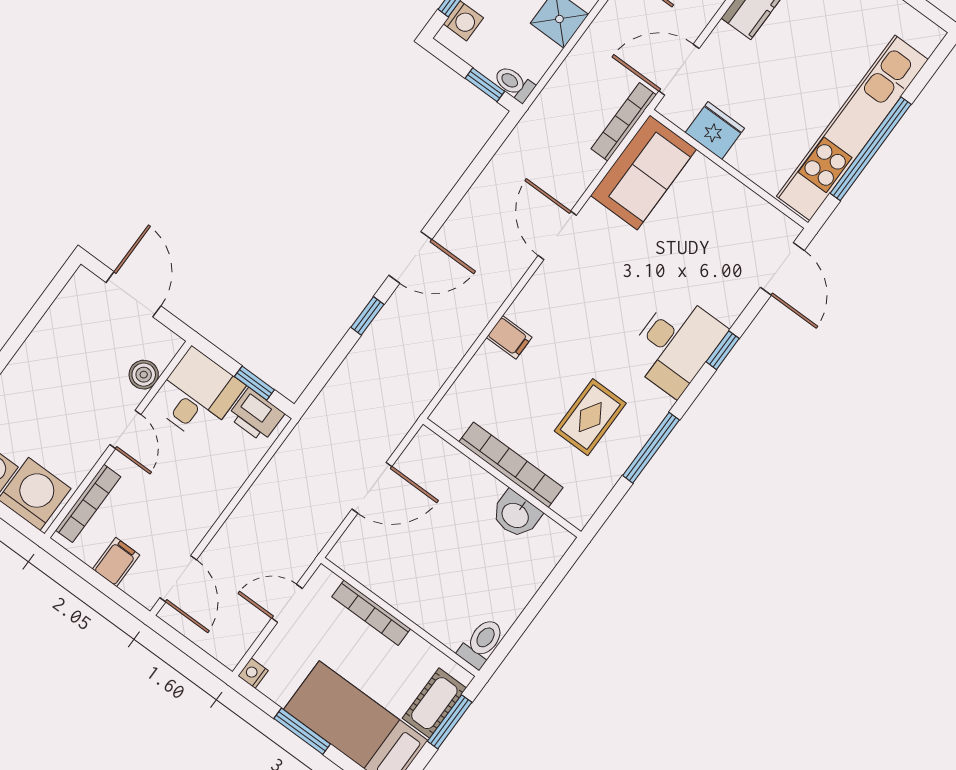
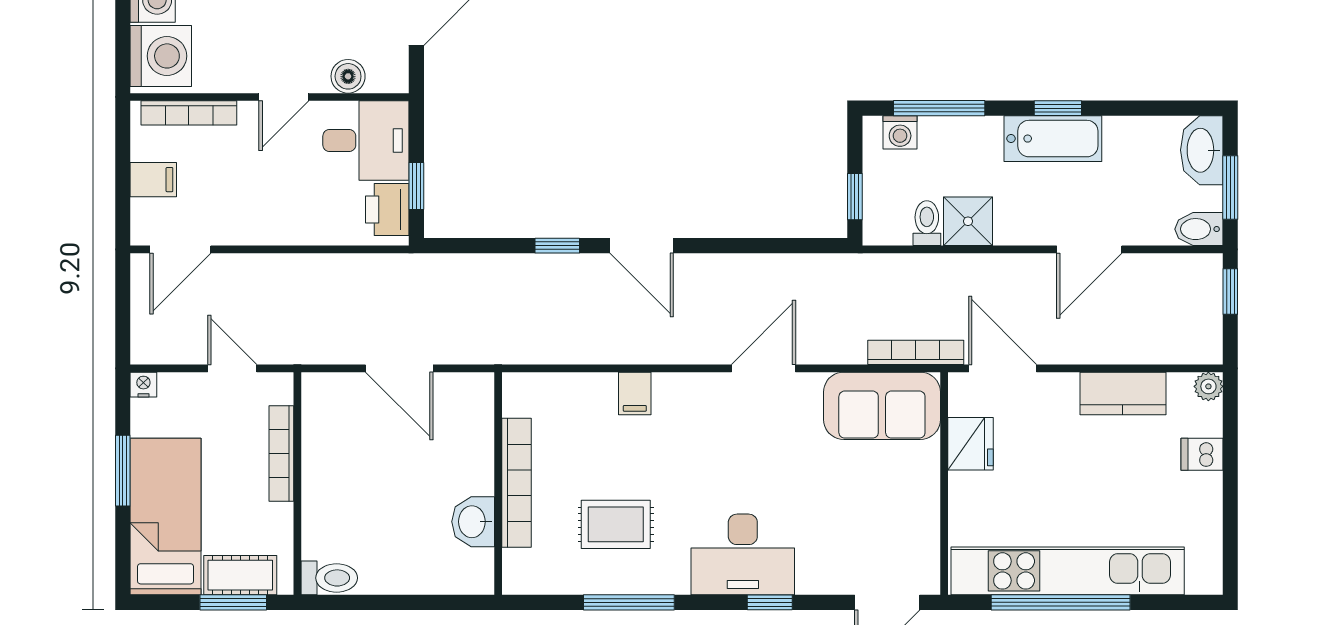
toilet: (514, 84) -> (927, 223), moved

